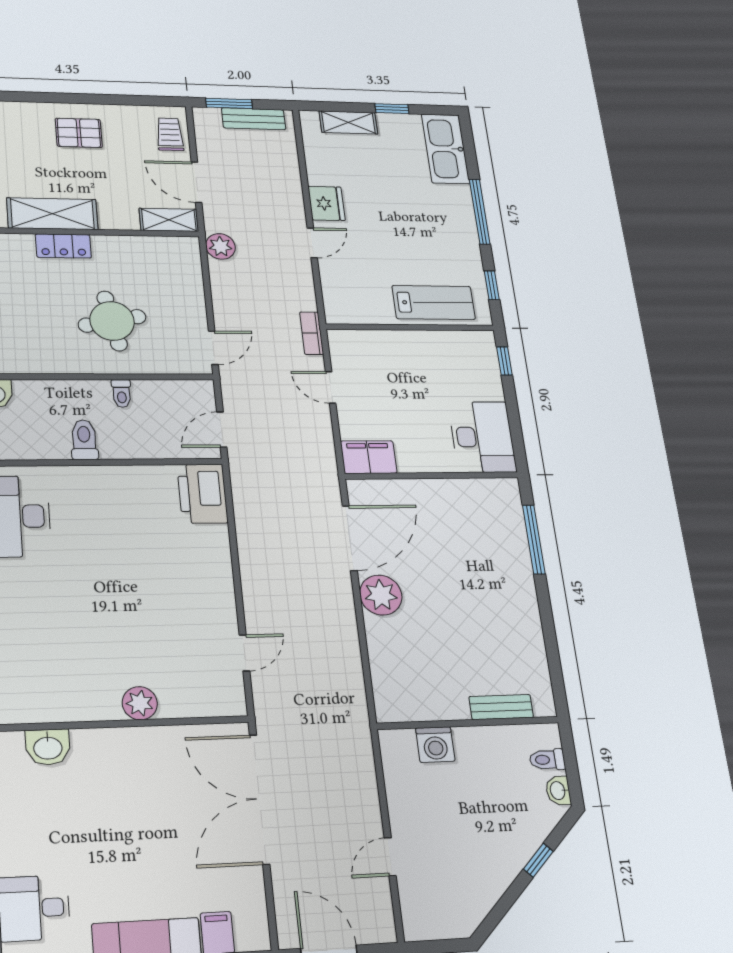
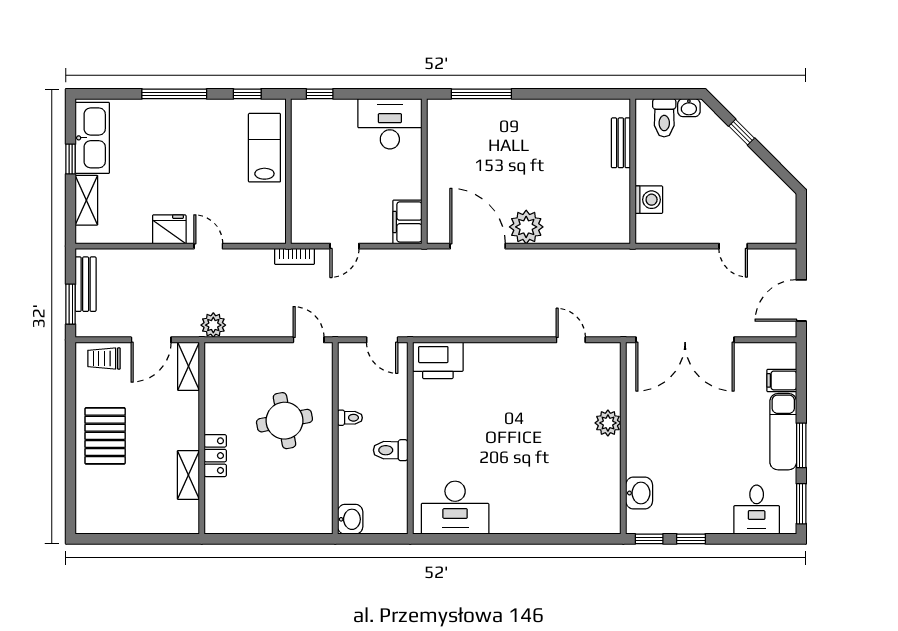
pallet: (79, 133) -> (105, 436), width x1.50, depth x1.42
kitchen sink: (446, 149) -> (92, 138), moved, turned -90
shelving: (52, 214) -> (188, 475), width x0.67, depth x0.75
toilet: (547, 760) -> (664, 118), width x1.37, depth x1.39

